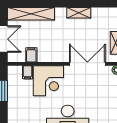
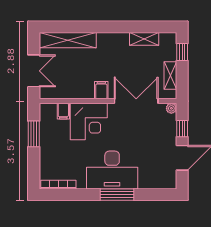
shelving: (79, 13) -> (144, 39), moved
filing cabinet: (31, 55) -> (101, 90), moved

